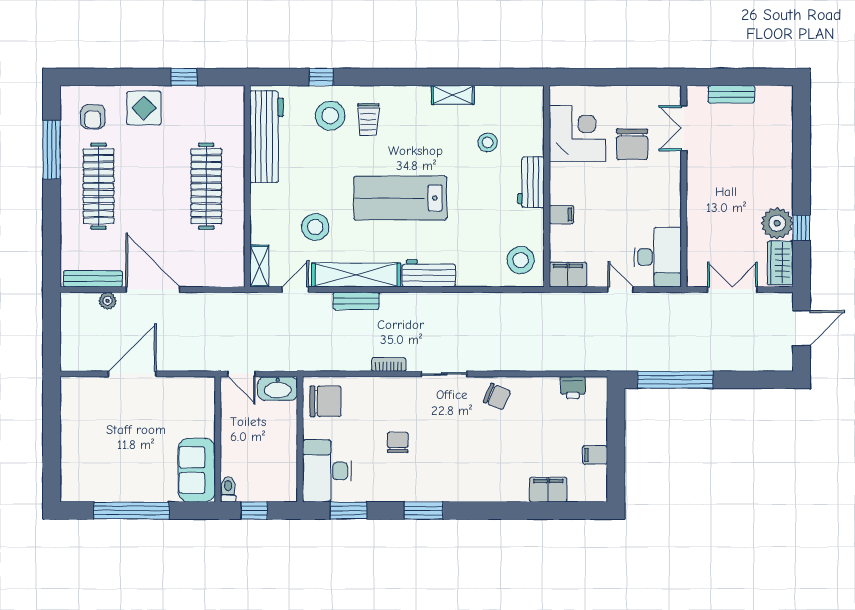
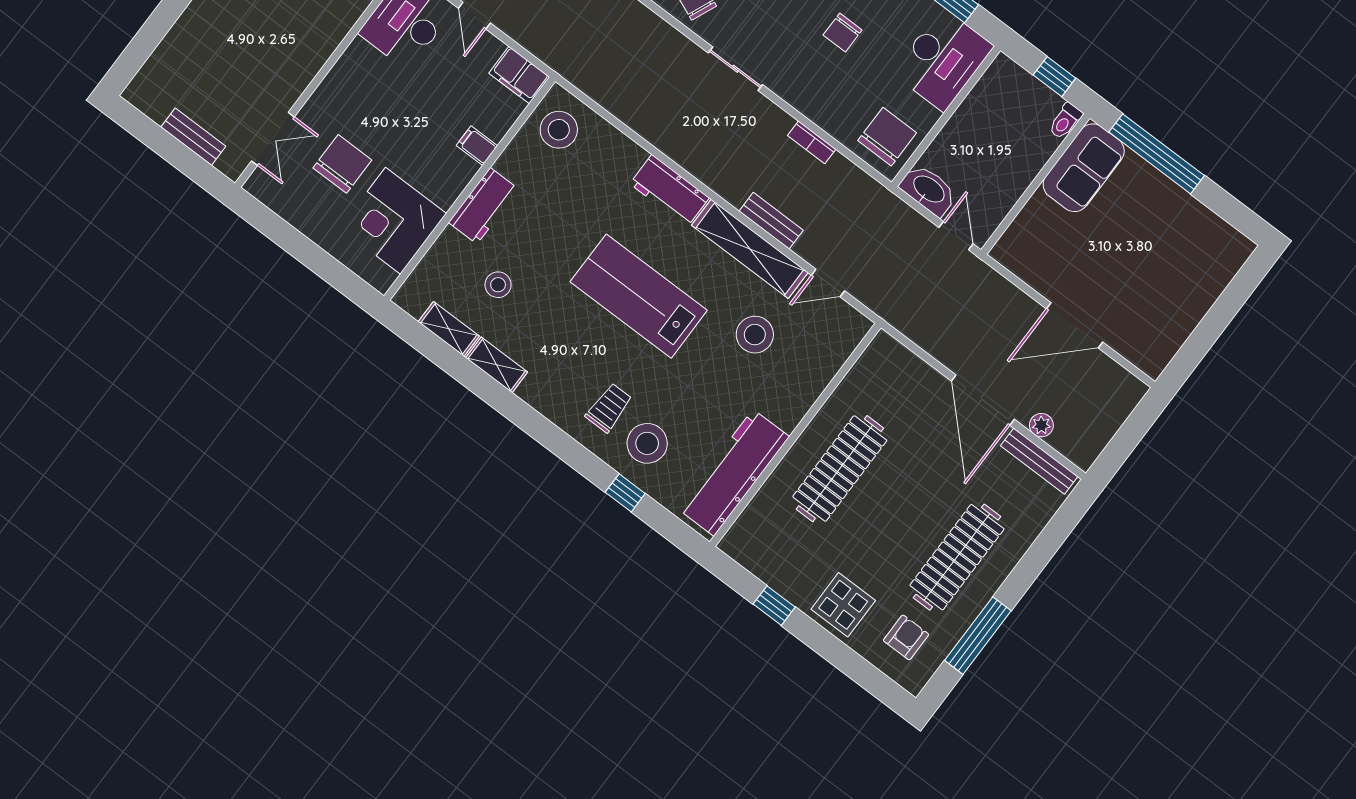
lab bench: (400, 198) -> (639, 296), turned 180
shelving: (259, 266) -> (449, 329), moved, turned 90
bookcase: (389, 364) -> (812, 142), moved
chair: (325, 401) -> (887, 137), turned 90
window: (131, 511) -> (1157, 154), moved

